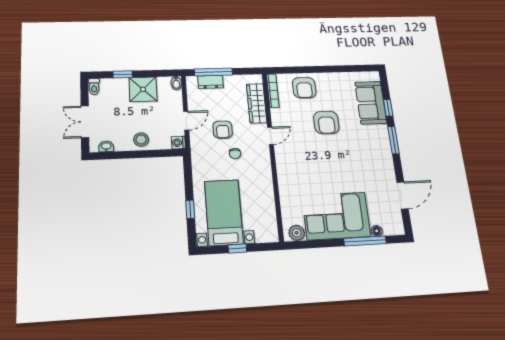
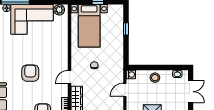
armchair: (326, 122) -> (30, 73), moved
armchair: (223, 130) -> (101, 83), removed
bed with nightstands: (224, 212) -> (89, 26), moved

